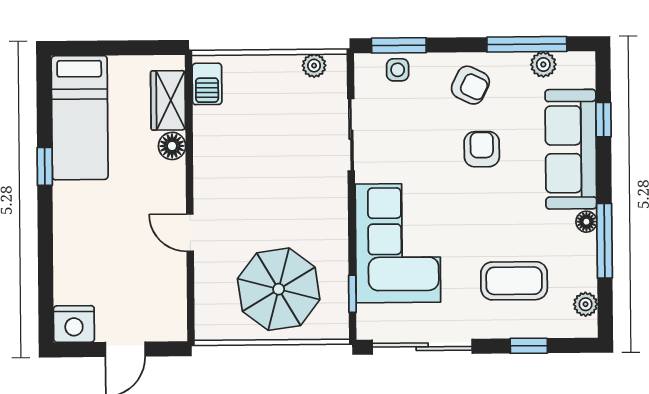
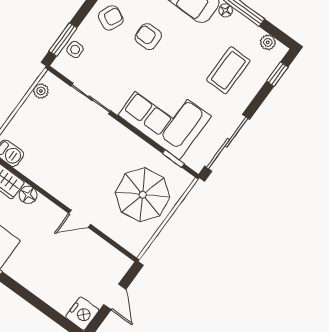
window: (529, 346) -> (277, 74), moved

